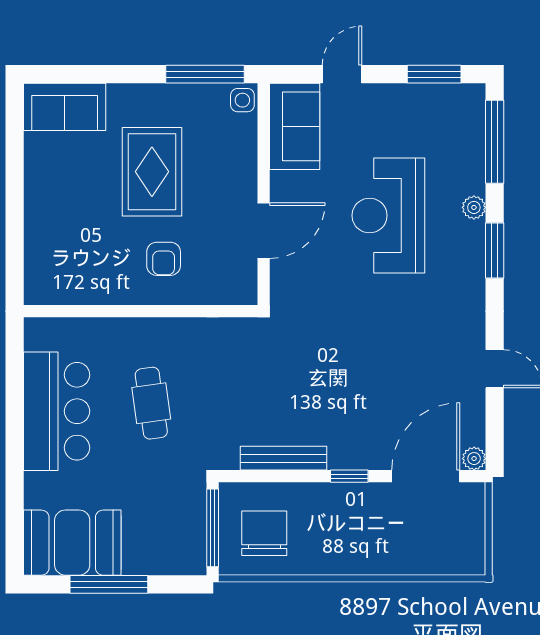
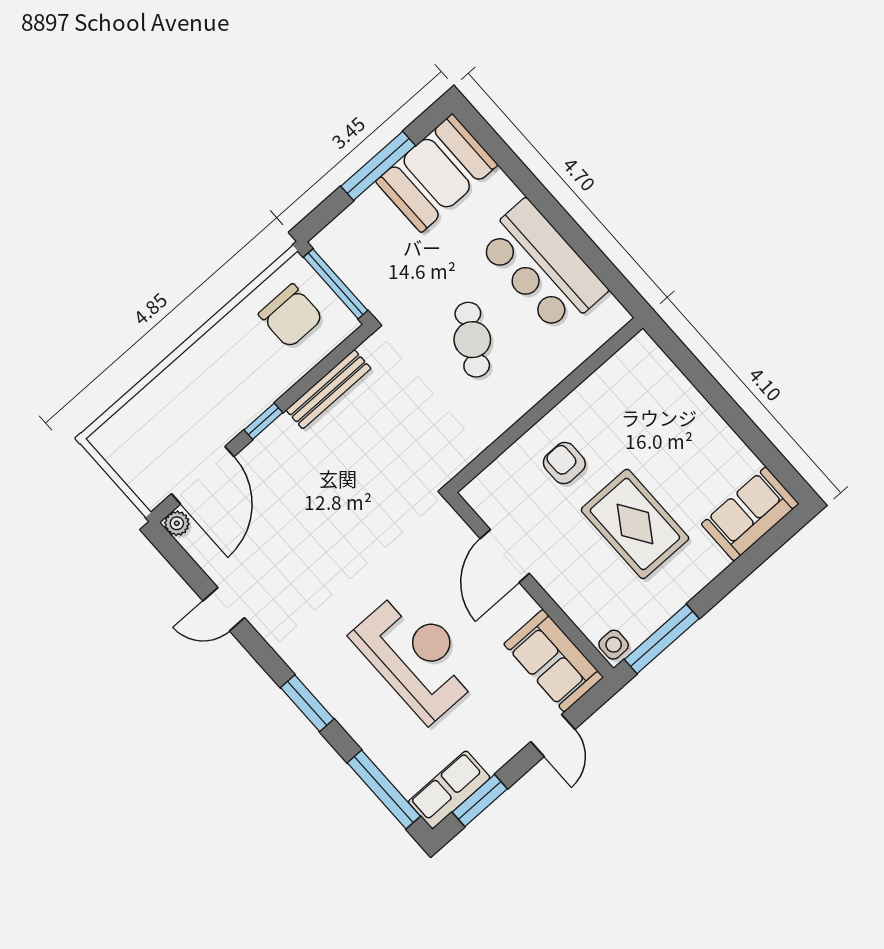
row of seats: (449, 101) -> (449, 790), added
plant: (474, 207) -> (354, 723), removed
cafe table: (151, 403) -> (472, 340), turned 40

